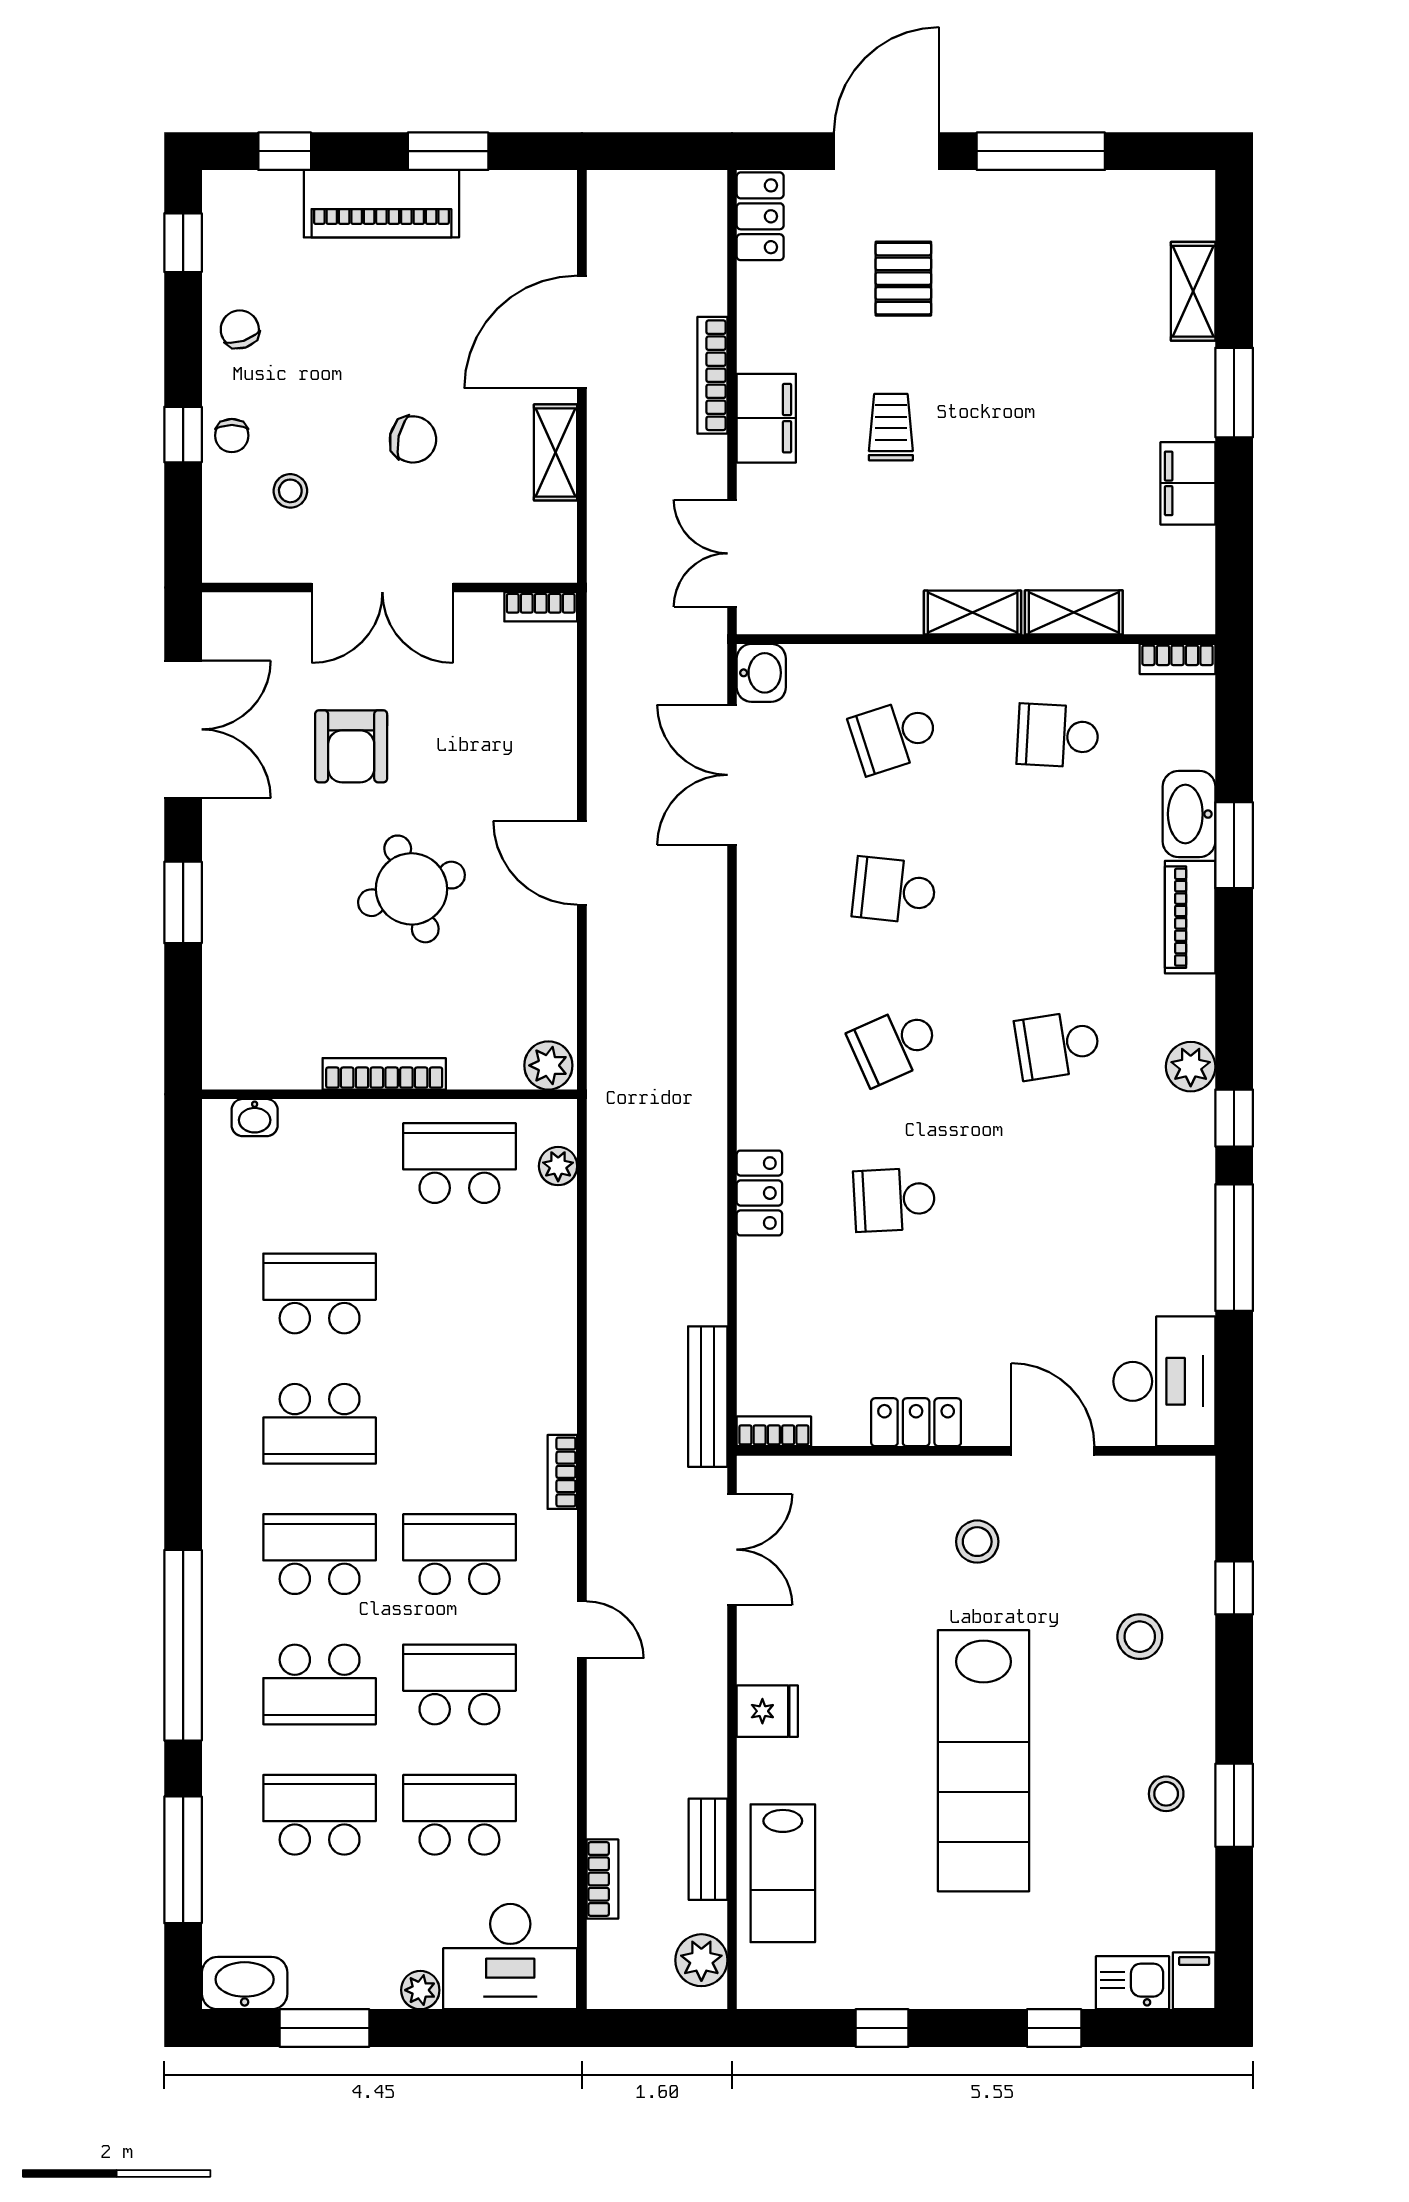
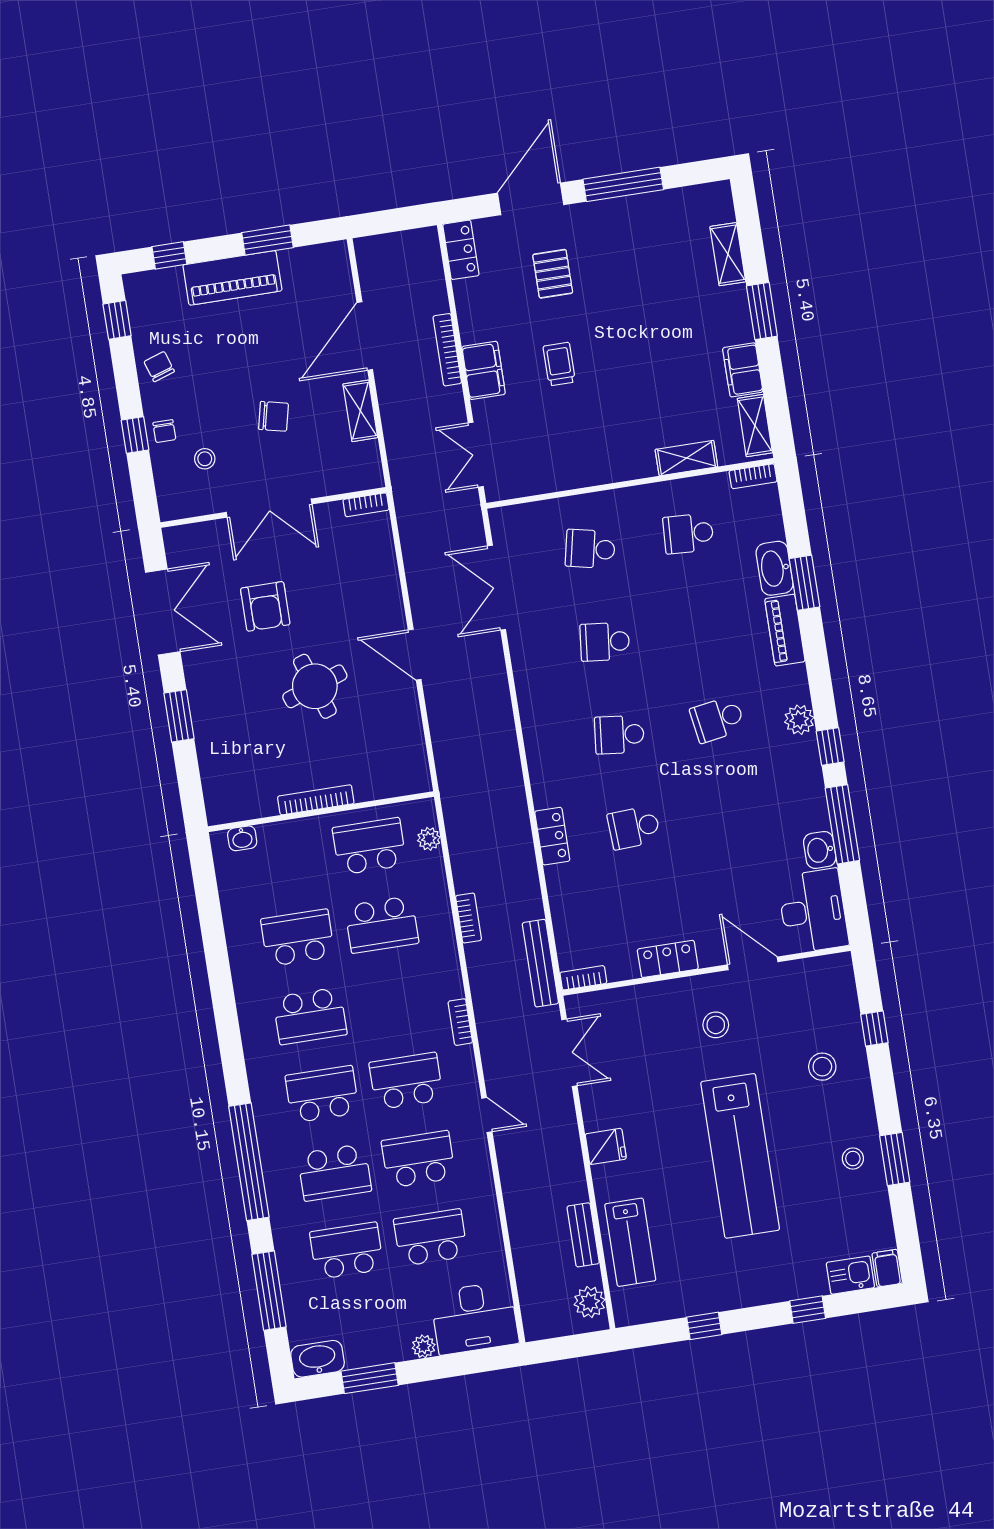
shelving: (973, 613) -> (755, 426), moved, turned 90
washbasin: (761, 673) -> (820, 850), moved, turned 180
school desk: (894, 736) -> (590, 549), turned 30
school desk: (894, 1045) -> (619, 735), turned 30
plant: (548, 1065) -> (414, 779), removed
school desk: (459, 1293) -> (382, 925), added
bookcase: (602, 1879) -> (469, 918), moved

